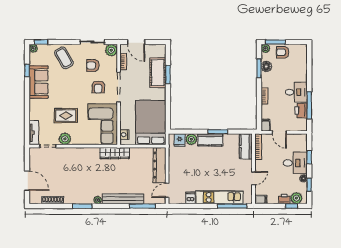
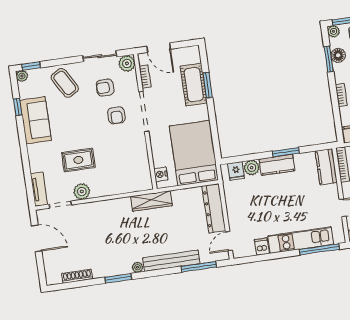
corner sofa: (103, 124) -> (130, 165), removed
door: (27, 181) -> (37, 238), moved

